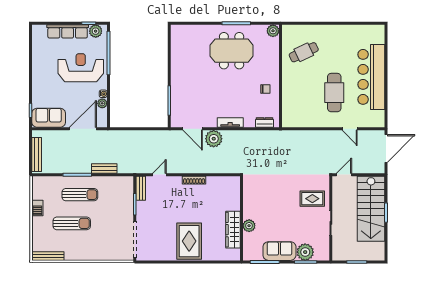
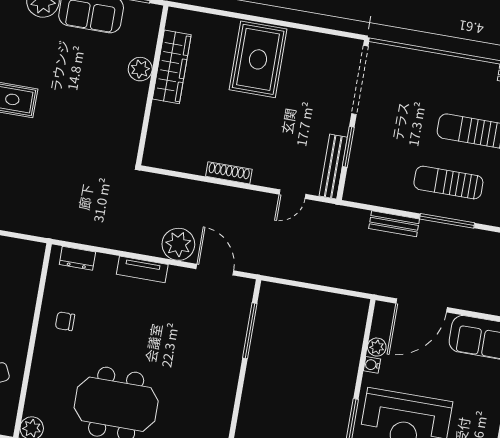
bench: (141, 188) -> (333, 167), width x1.36

